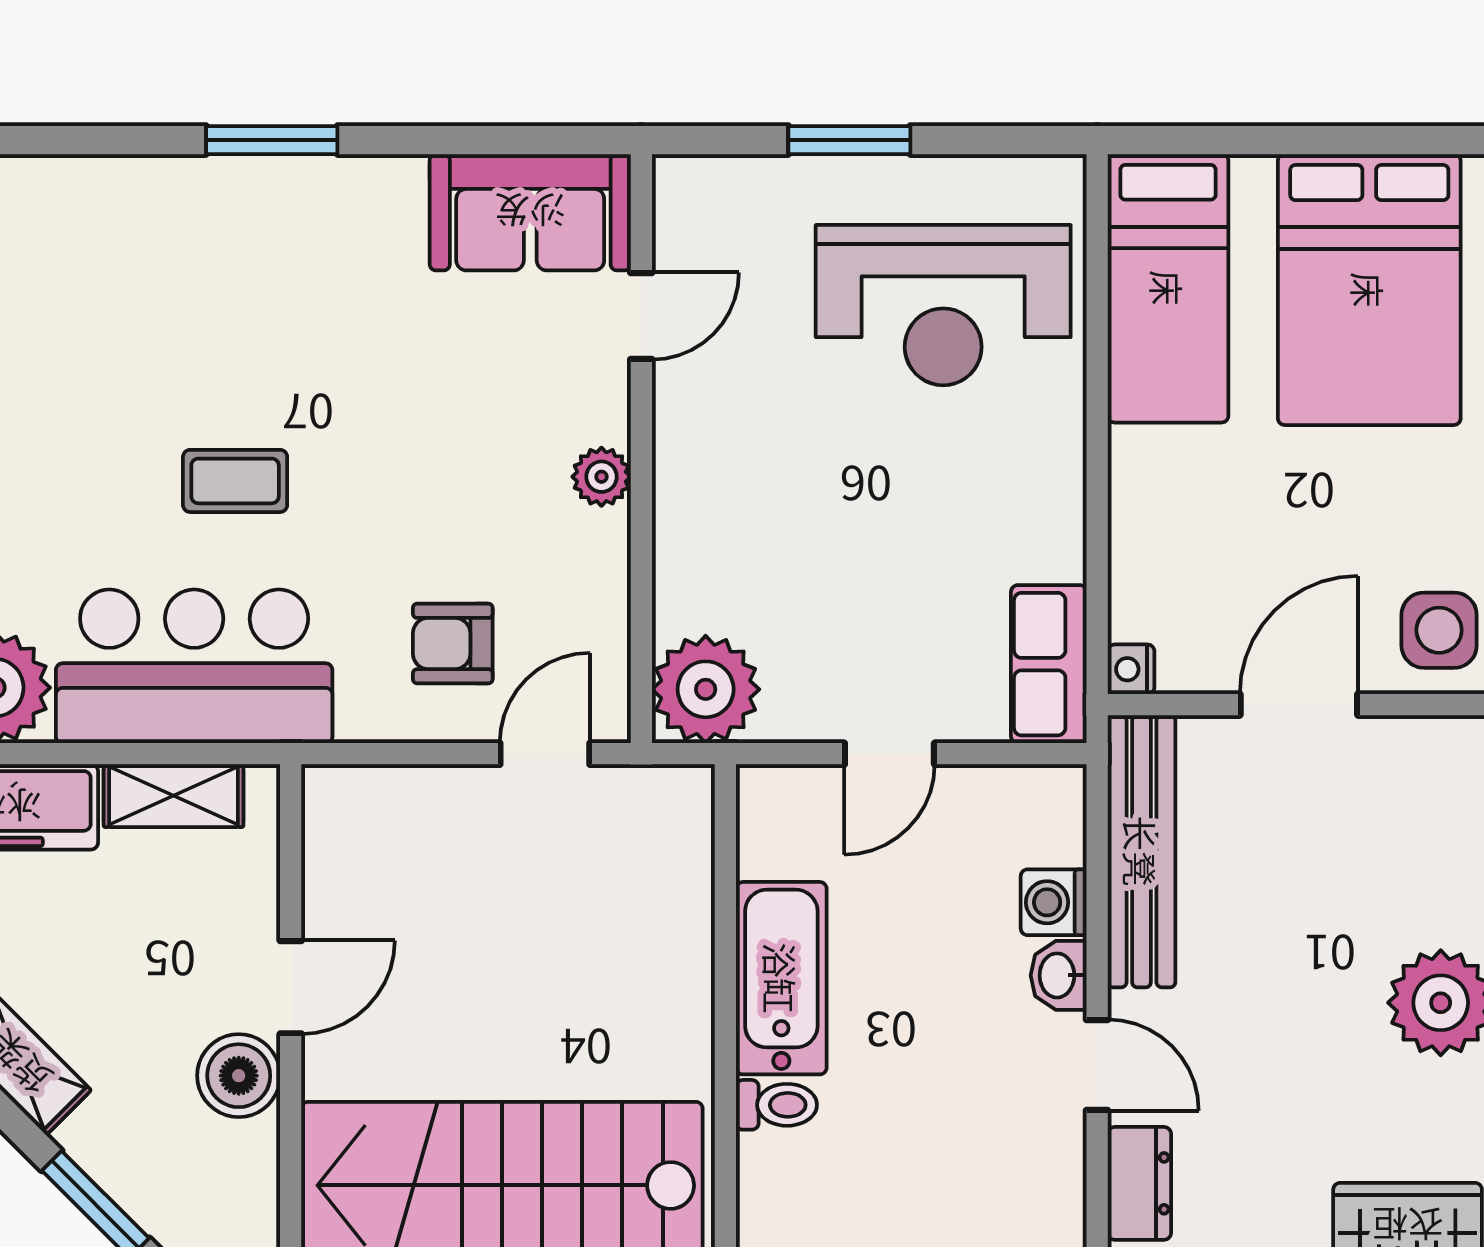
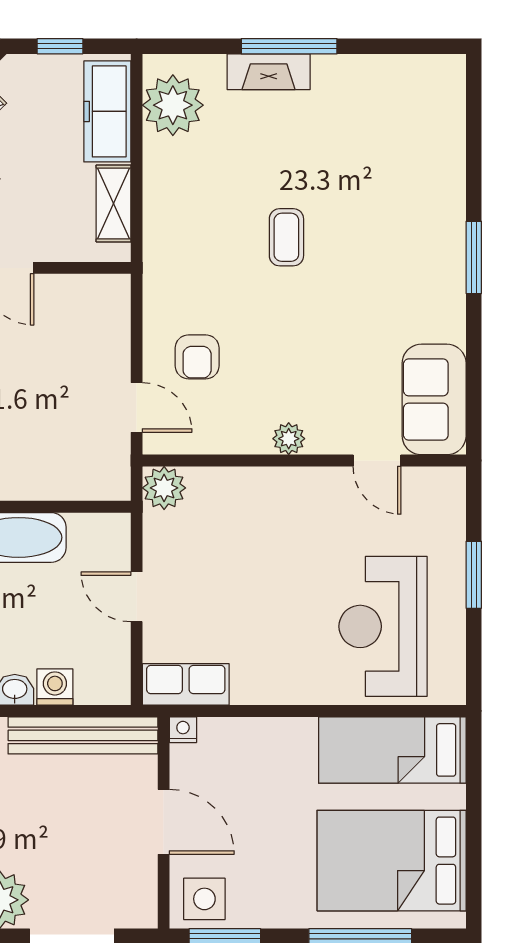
armchair: (453, 644) -> (197, 357), turned 180
bar counter: (194, 666) -> (185, 215), removed
plant: (706, 689) -> (164, 488), width x0.73, depth x0.73

